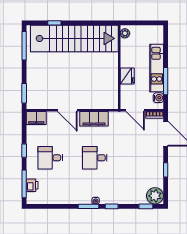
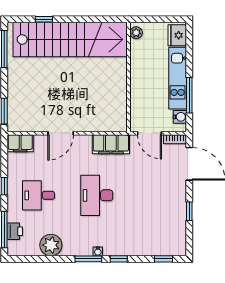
fridge: (127, 76) -> (177, 35), moved, turned 180
door: (67, 110) -> (61, 133), hinge flipped
filing cabinet: (94, 119) -> (111, 144), moved
desk: (95, 158) -> (97, 195), width x1.37
plant: (155, 196) -> (51, 245), moved

